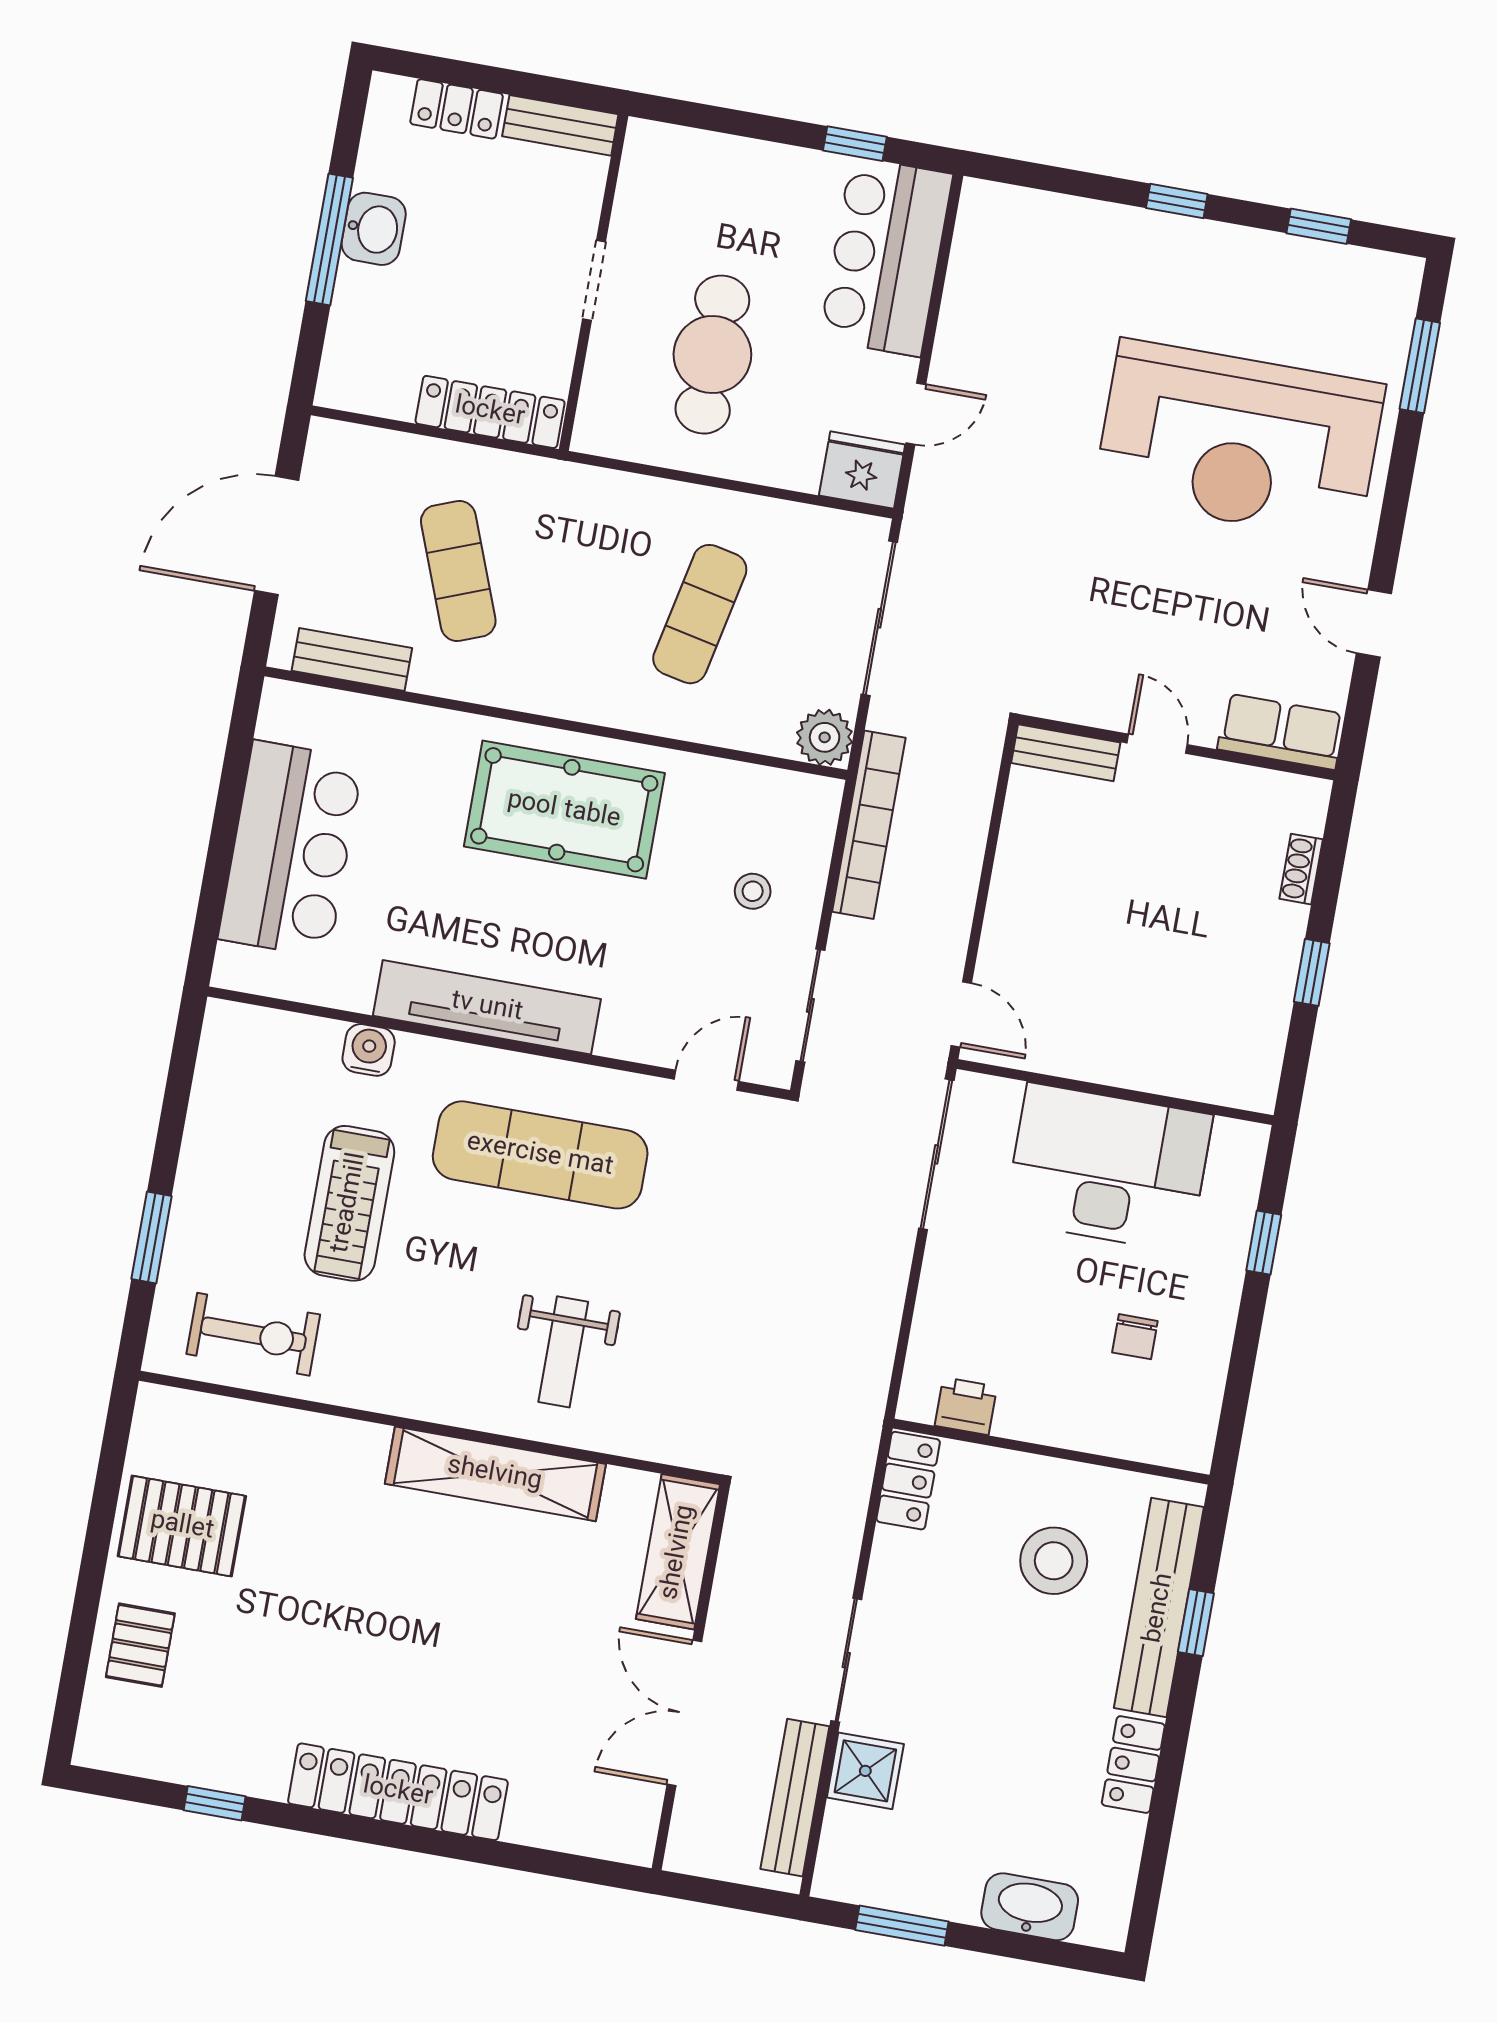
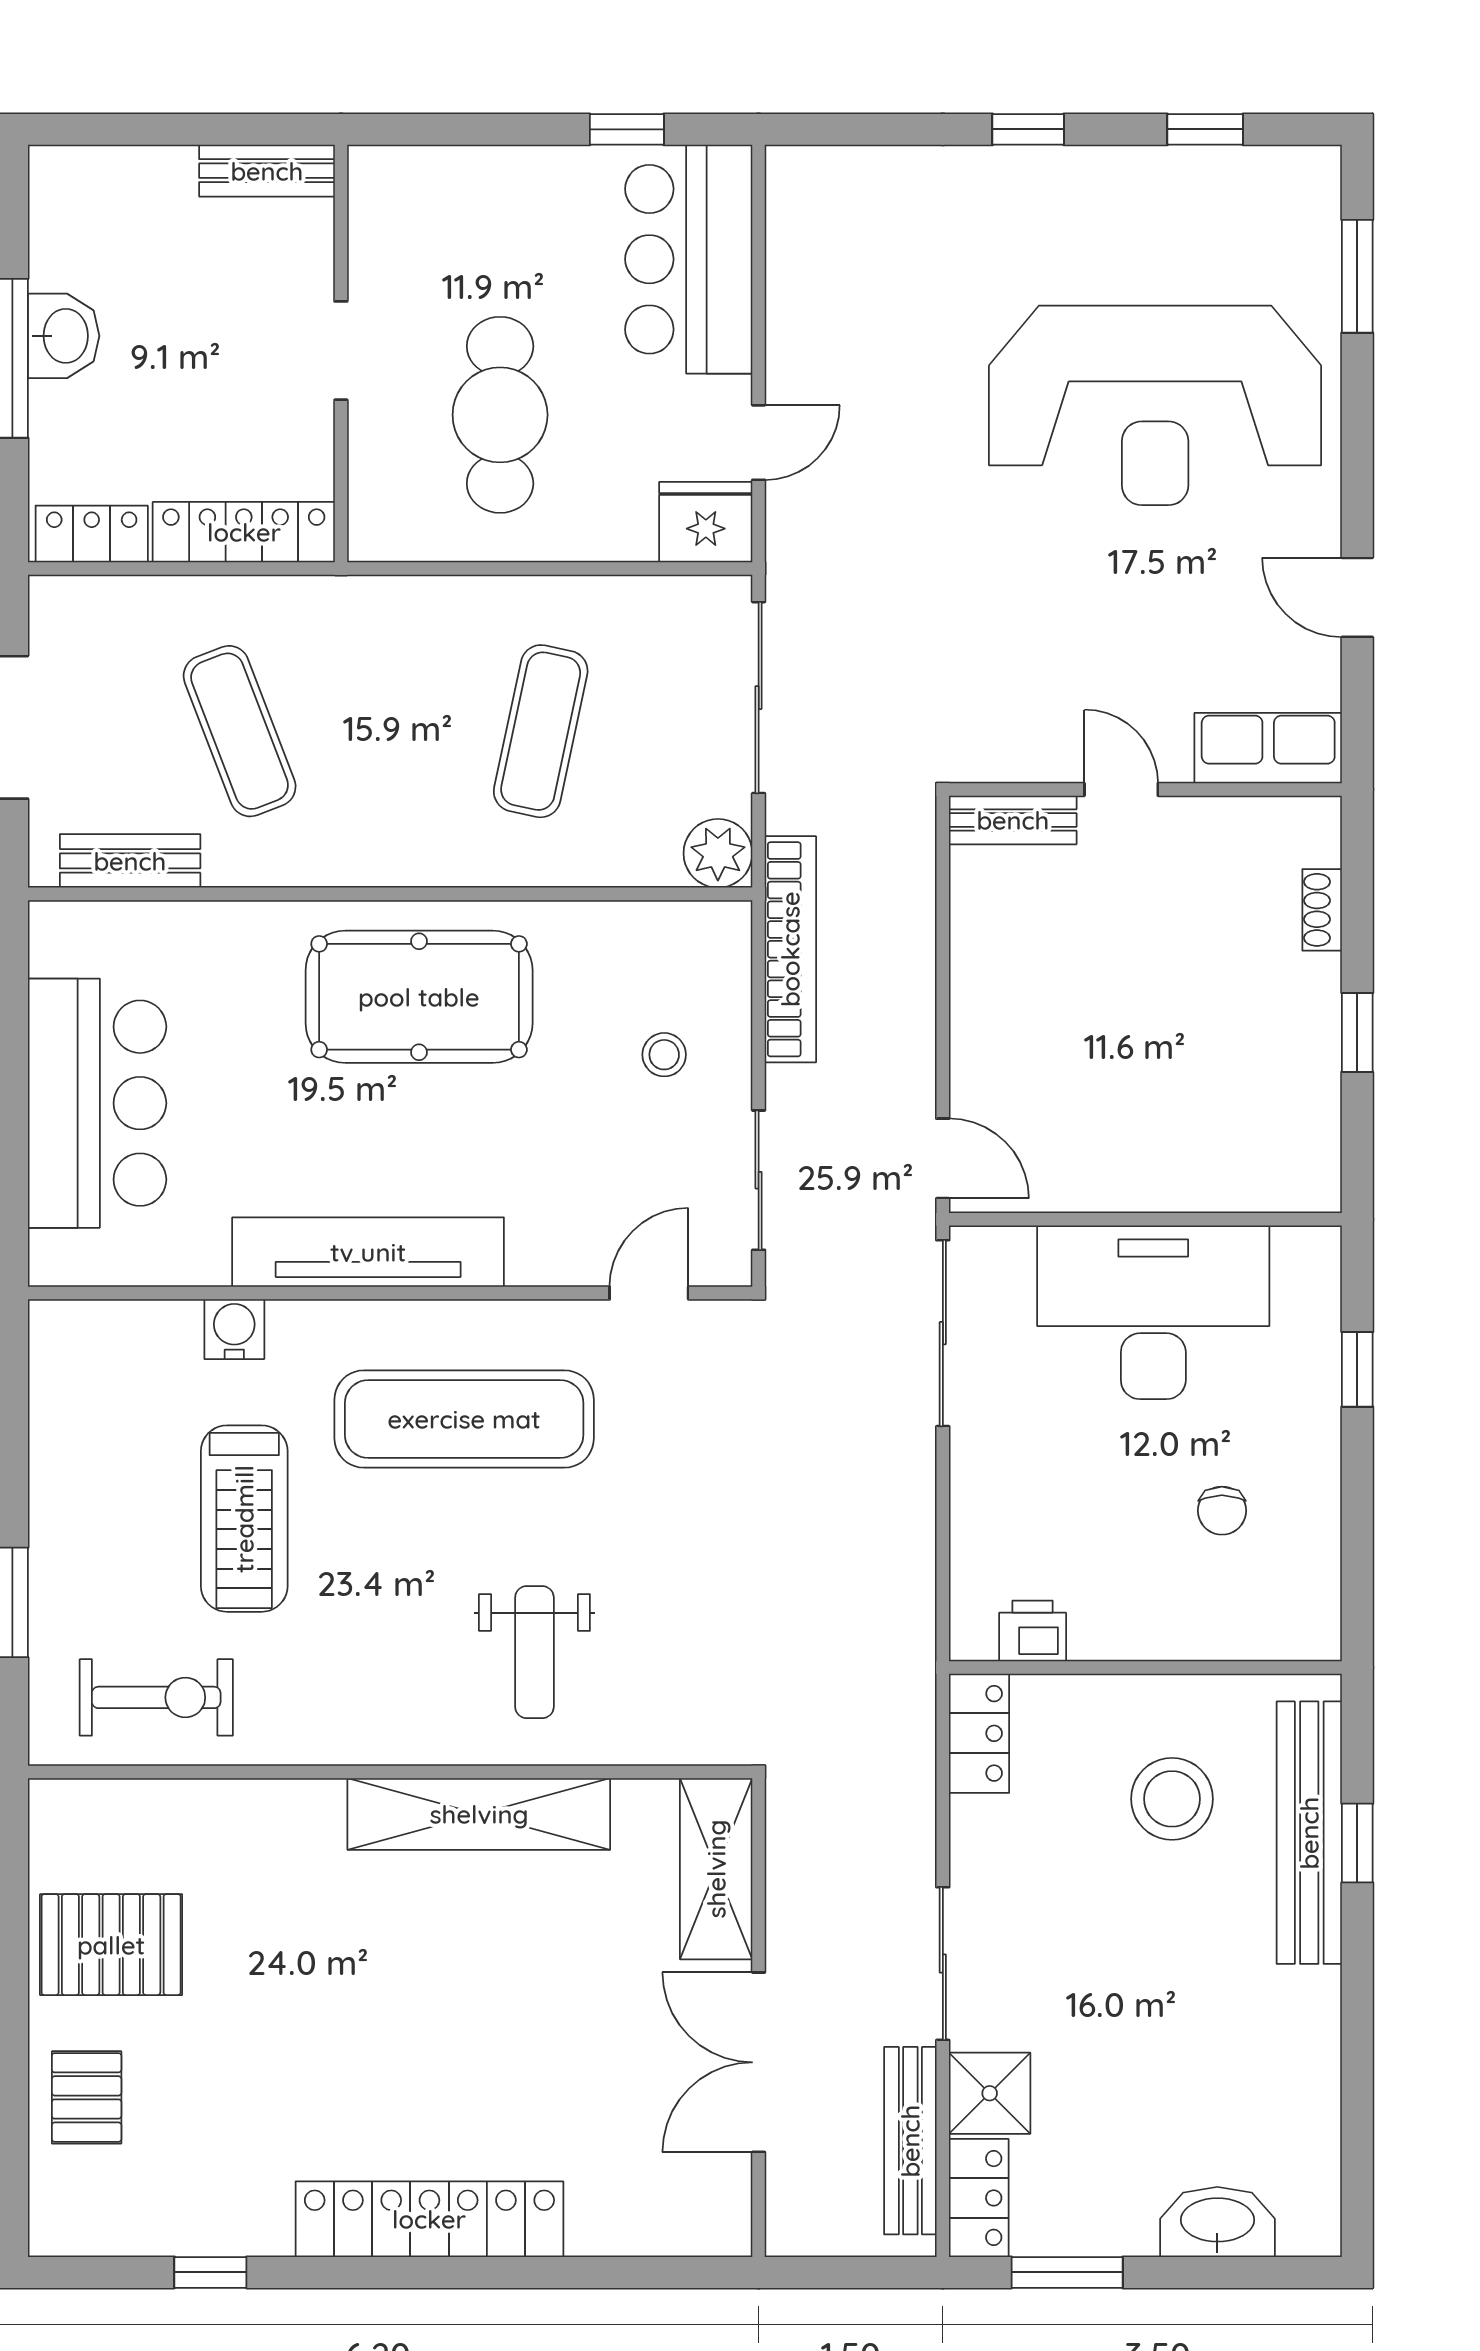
locker: (457, 109) -> (92, 534), moved, turned 180
locker: (1133, 1765) -> (979, 2198), moved, turned 180

